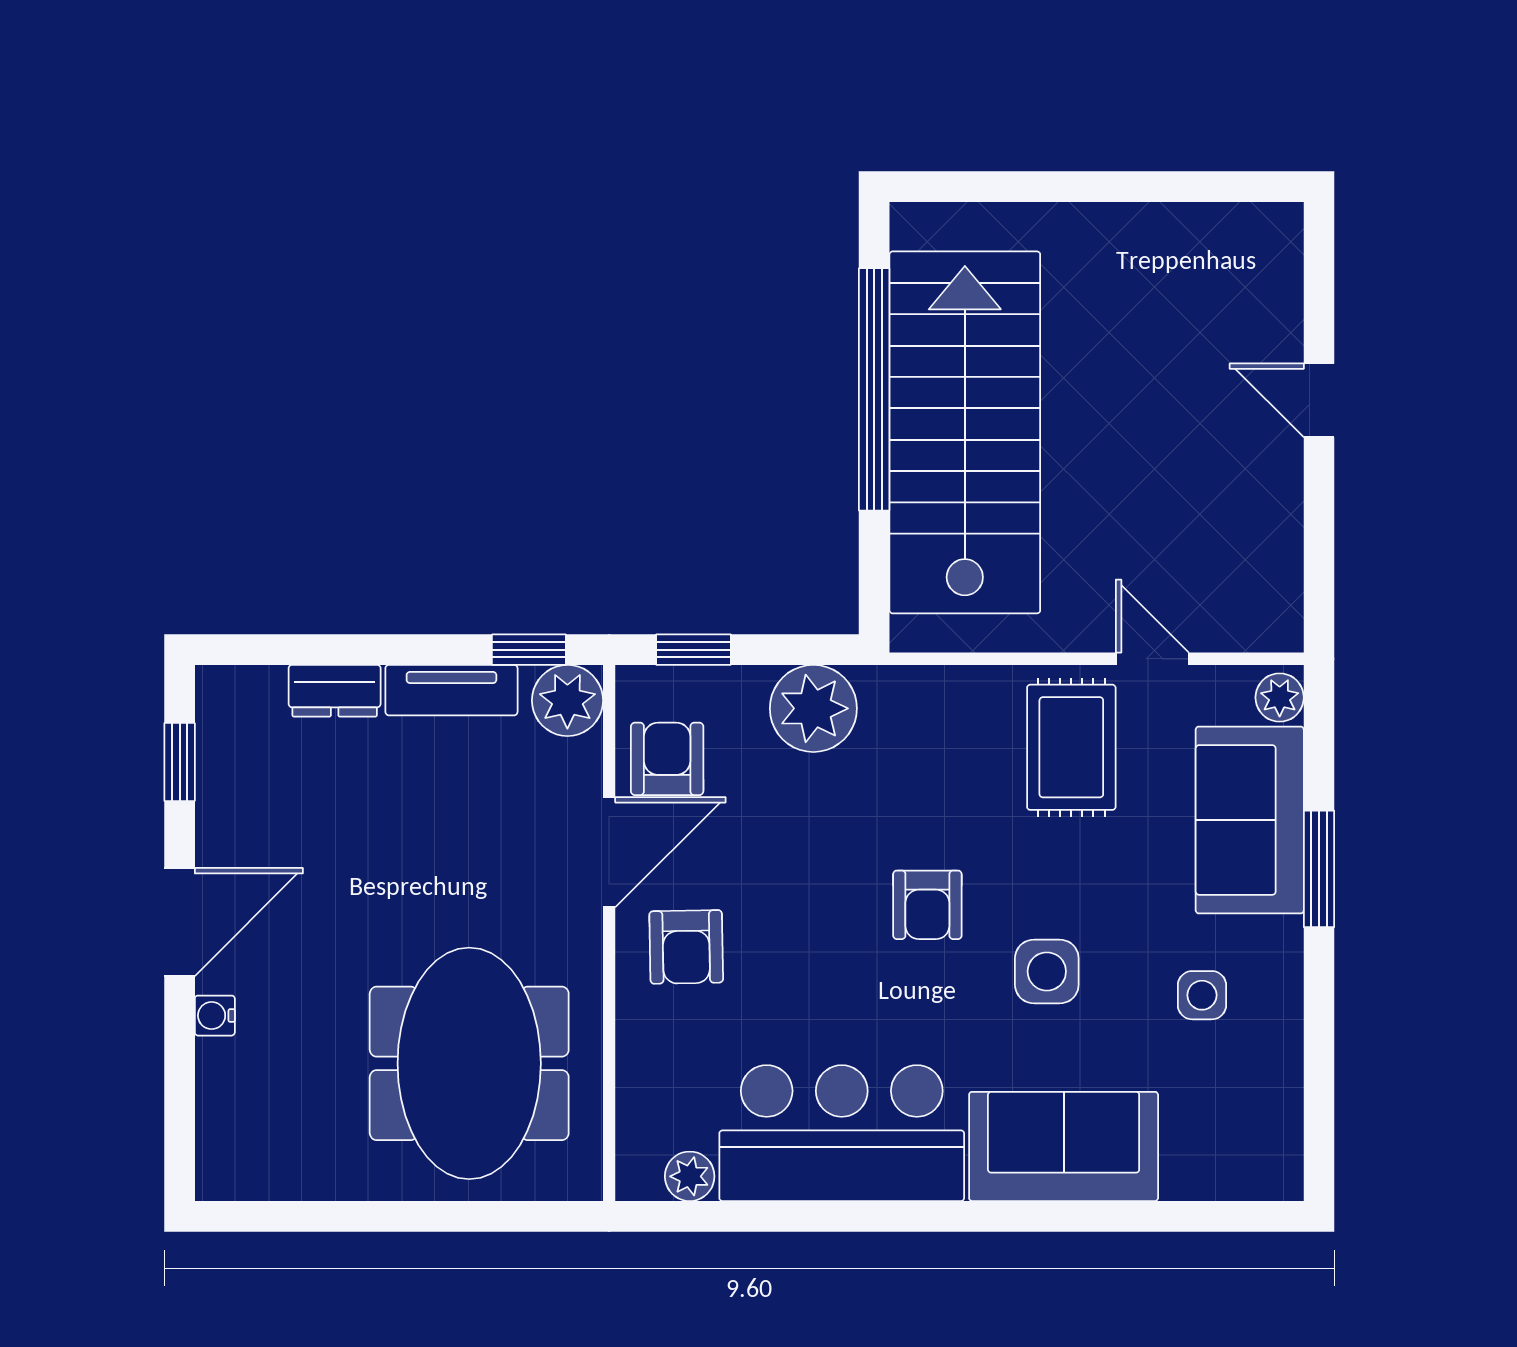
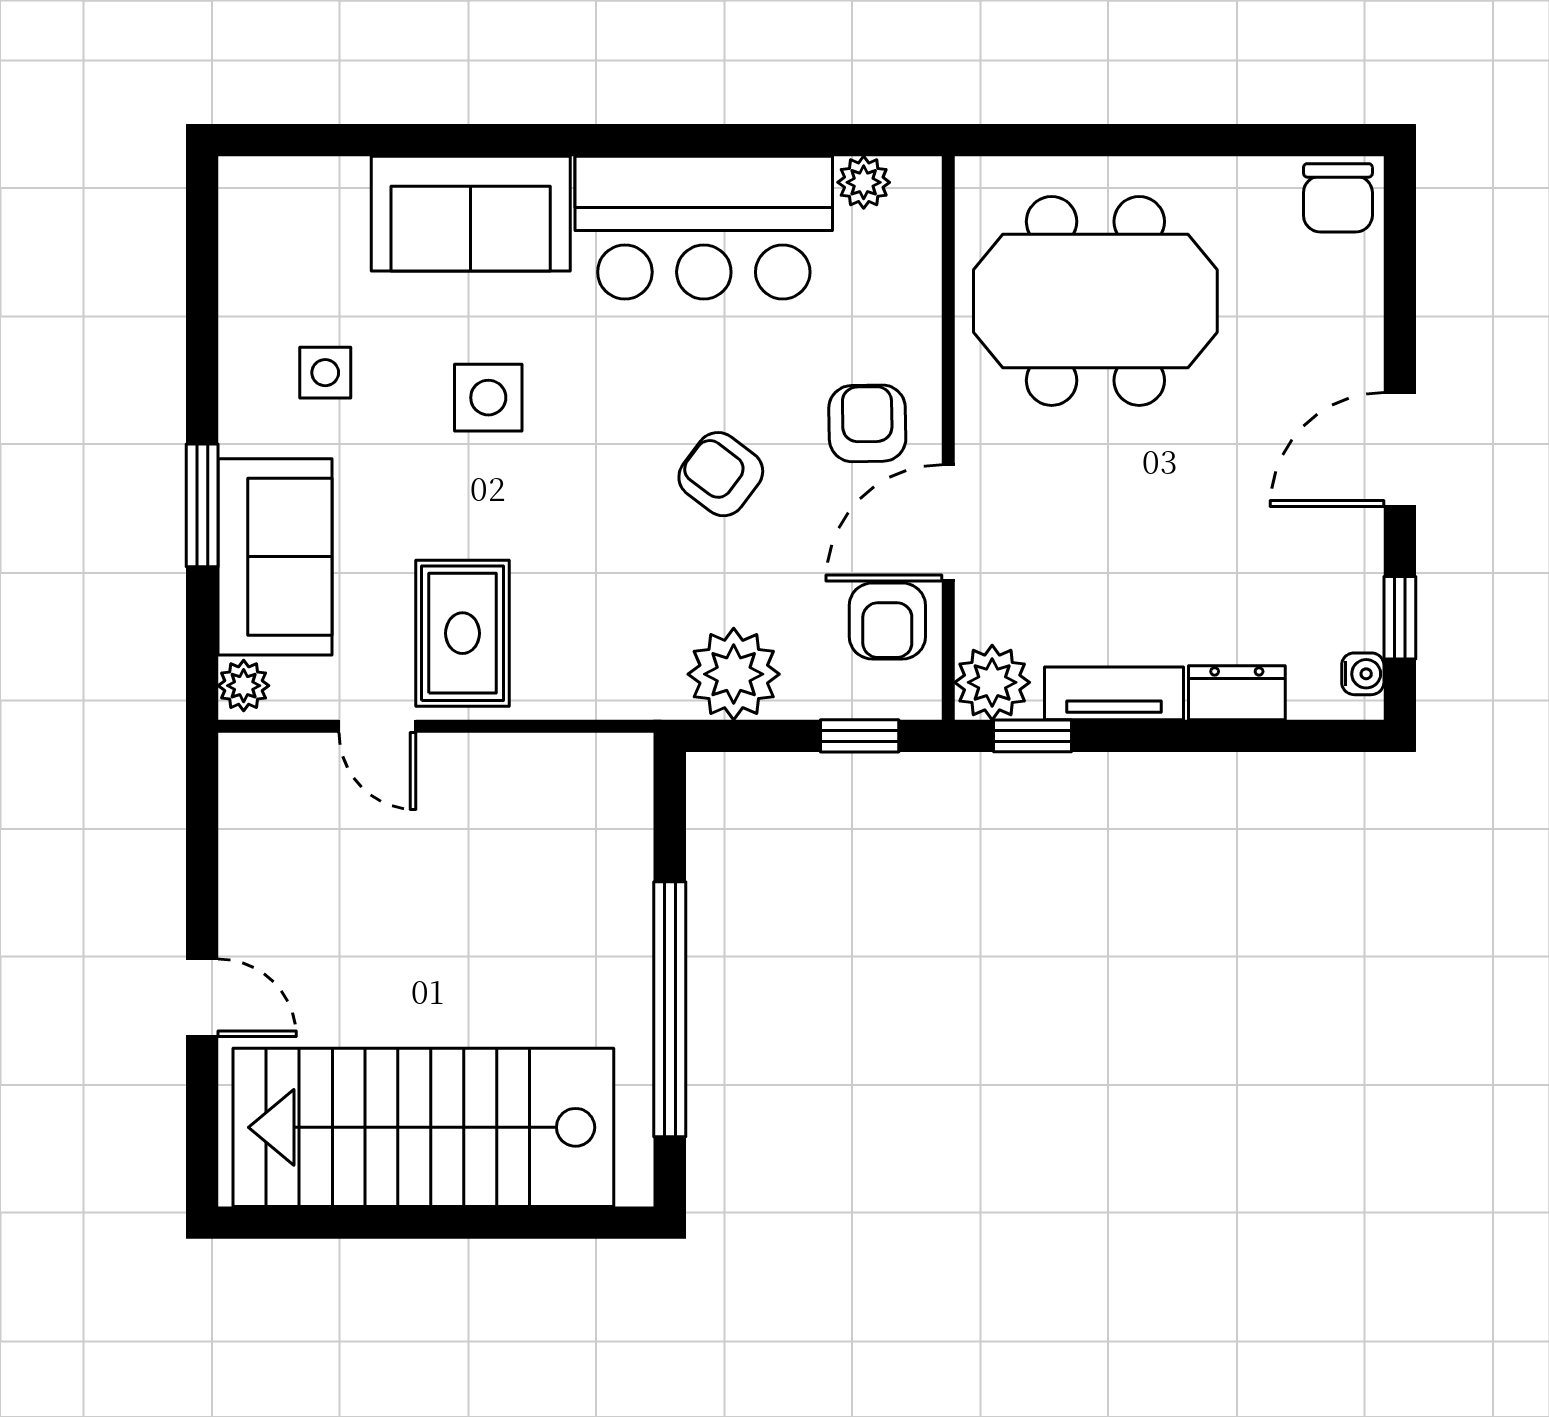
stairs: (965, 432) -> (423, 1127), moved, turned 90
armchair: (927, 905) -> (721, 474), moved, turned -53
water cooler: (215, 1016) -> (1363, 674), moved
meeting table: (469, 1063) -> (1095, 301), turned 90
chair: (238, 1161) -> (1338, 198), added

